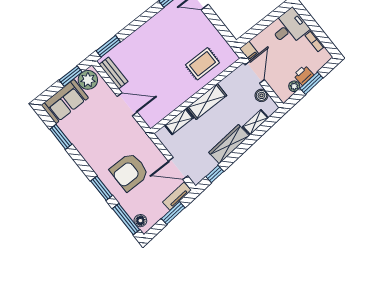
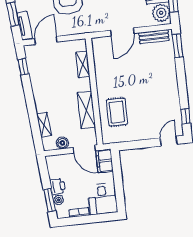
filing cabinet: (249, 51) -> (105, 161), width x2.00
window: (311, 83) -> (50, 200), moved
plant: (294, 86) -> (59, 200), moved
shelving: (207, 101) -> (86, 110), moved
wardrobe: (229, 144) -> (40, 93), removed

